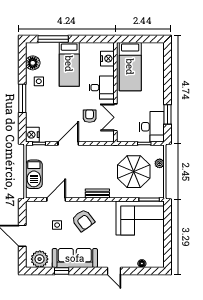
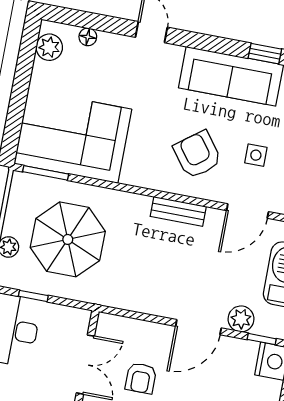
plant: (50, 151) -> (241, 319), added
bench: (97, 193) -> (178, 211), moved
plant: (158, 256) -> (49, 47), added

